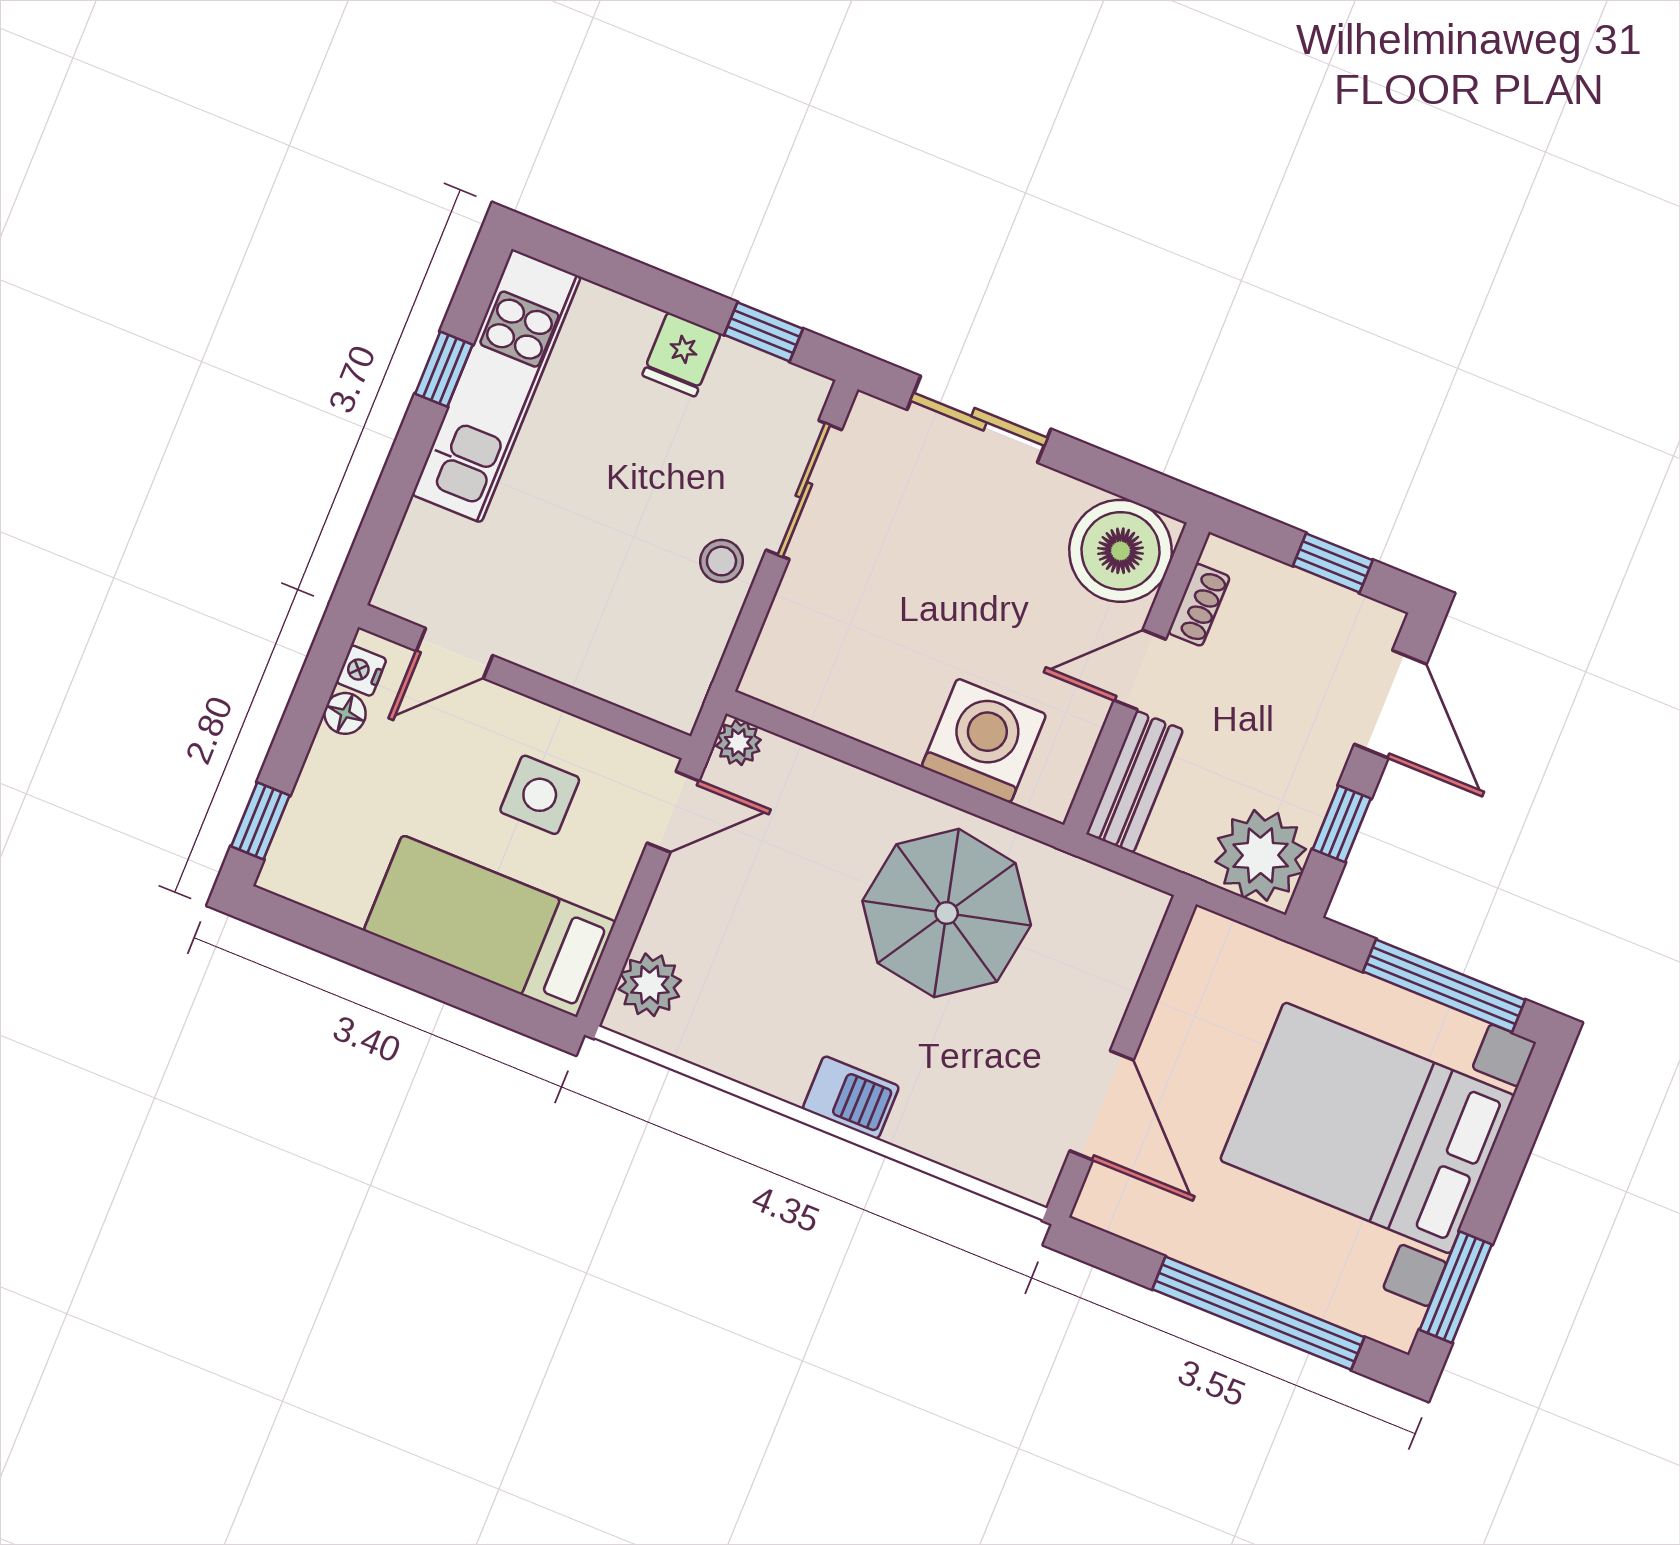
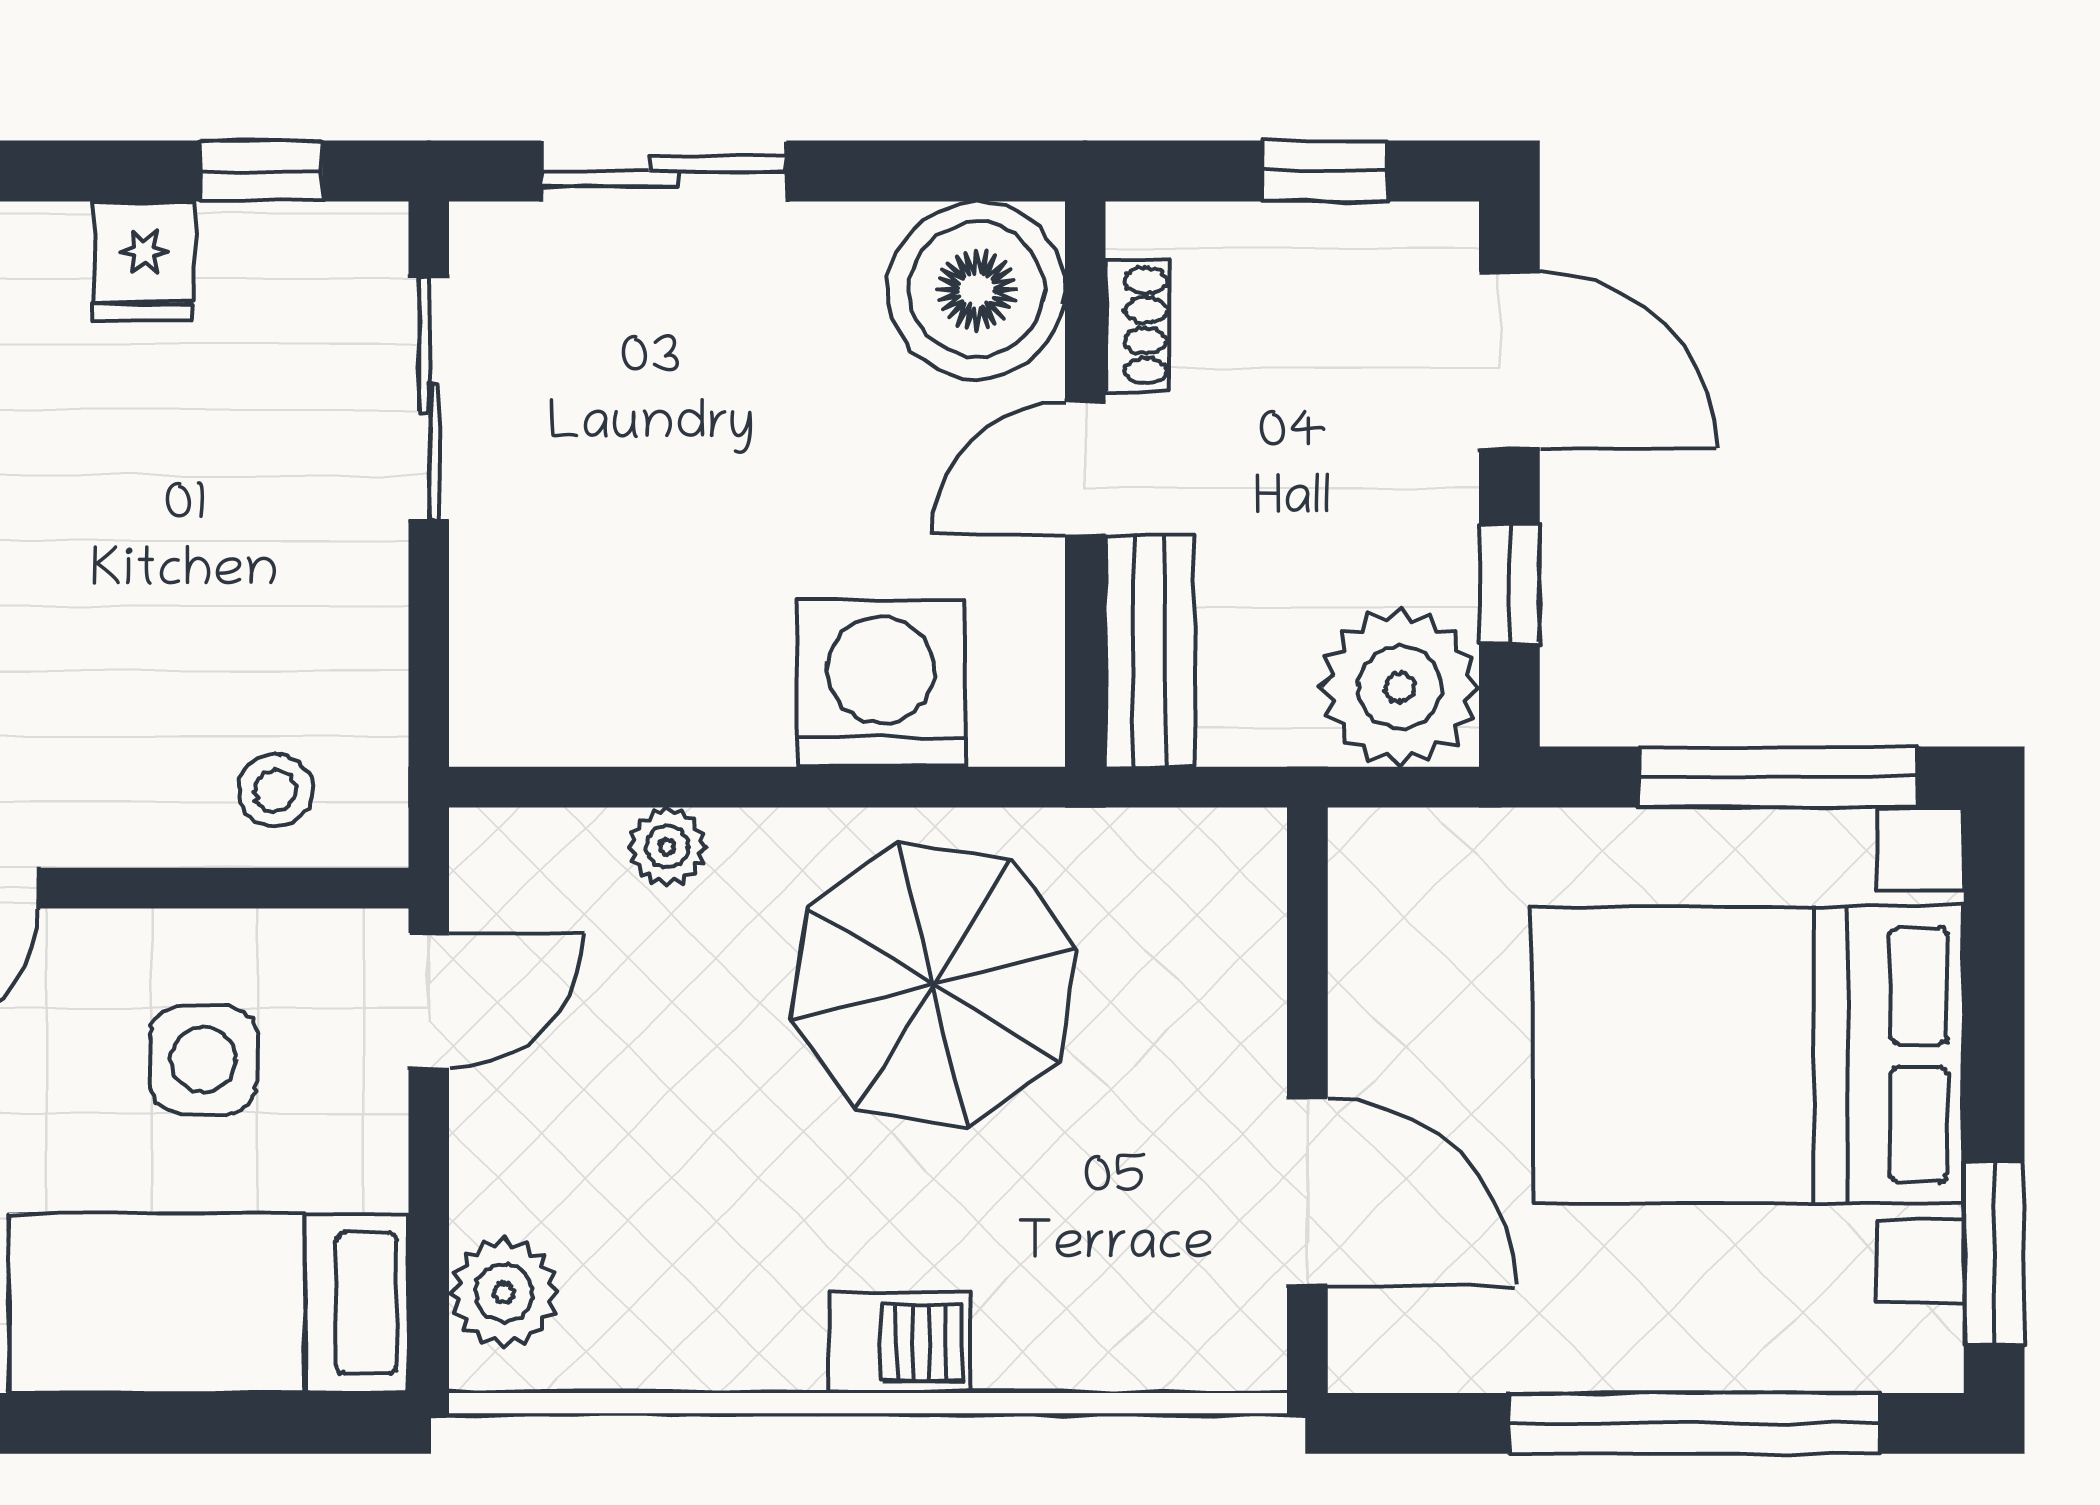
stool: (721, 561) -> (275, 791), moved
plant: (738, 743) -> (667, 847), moved

